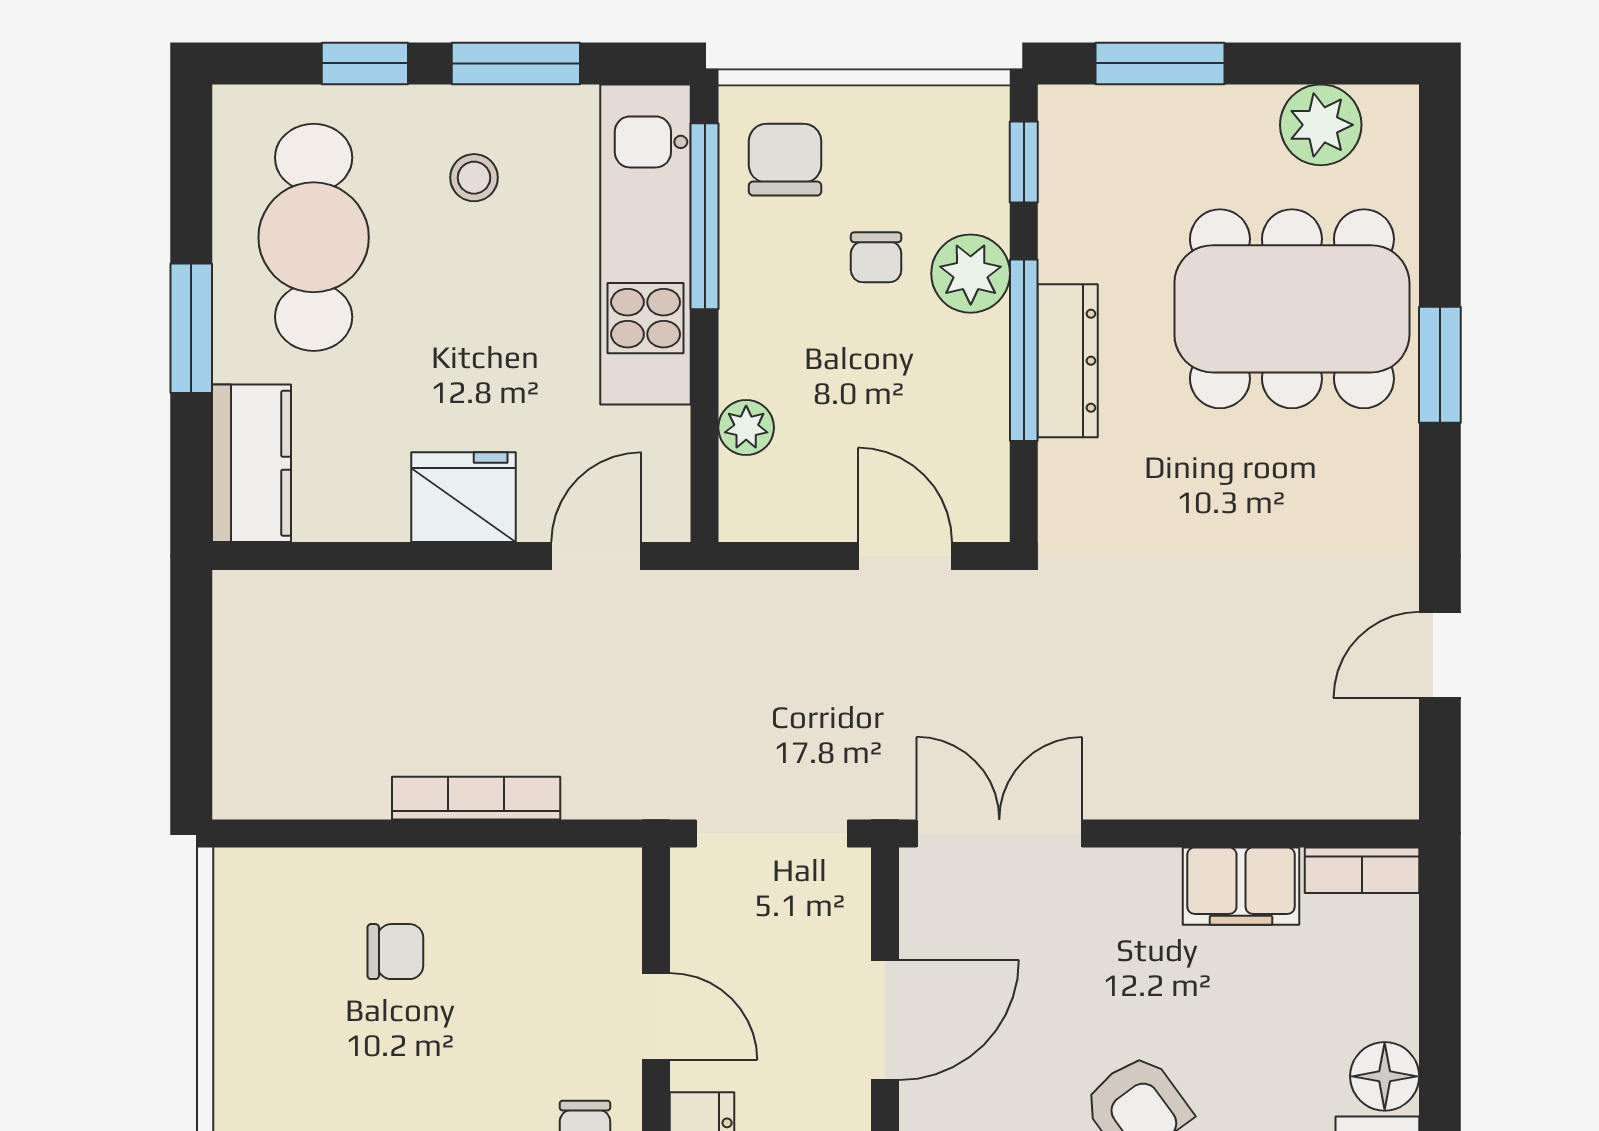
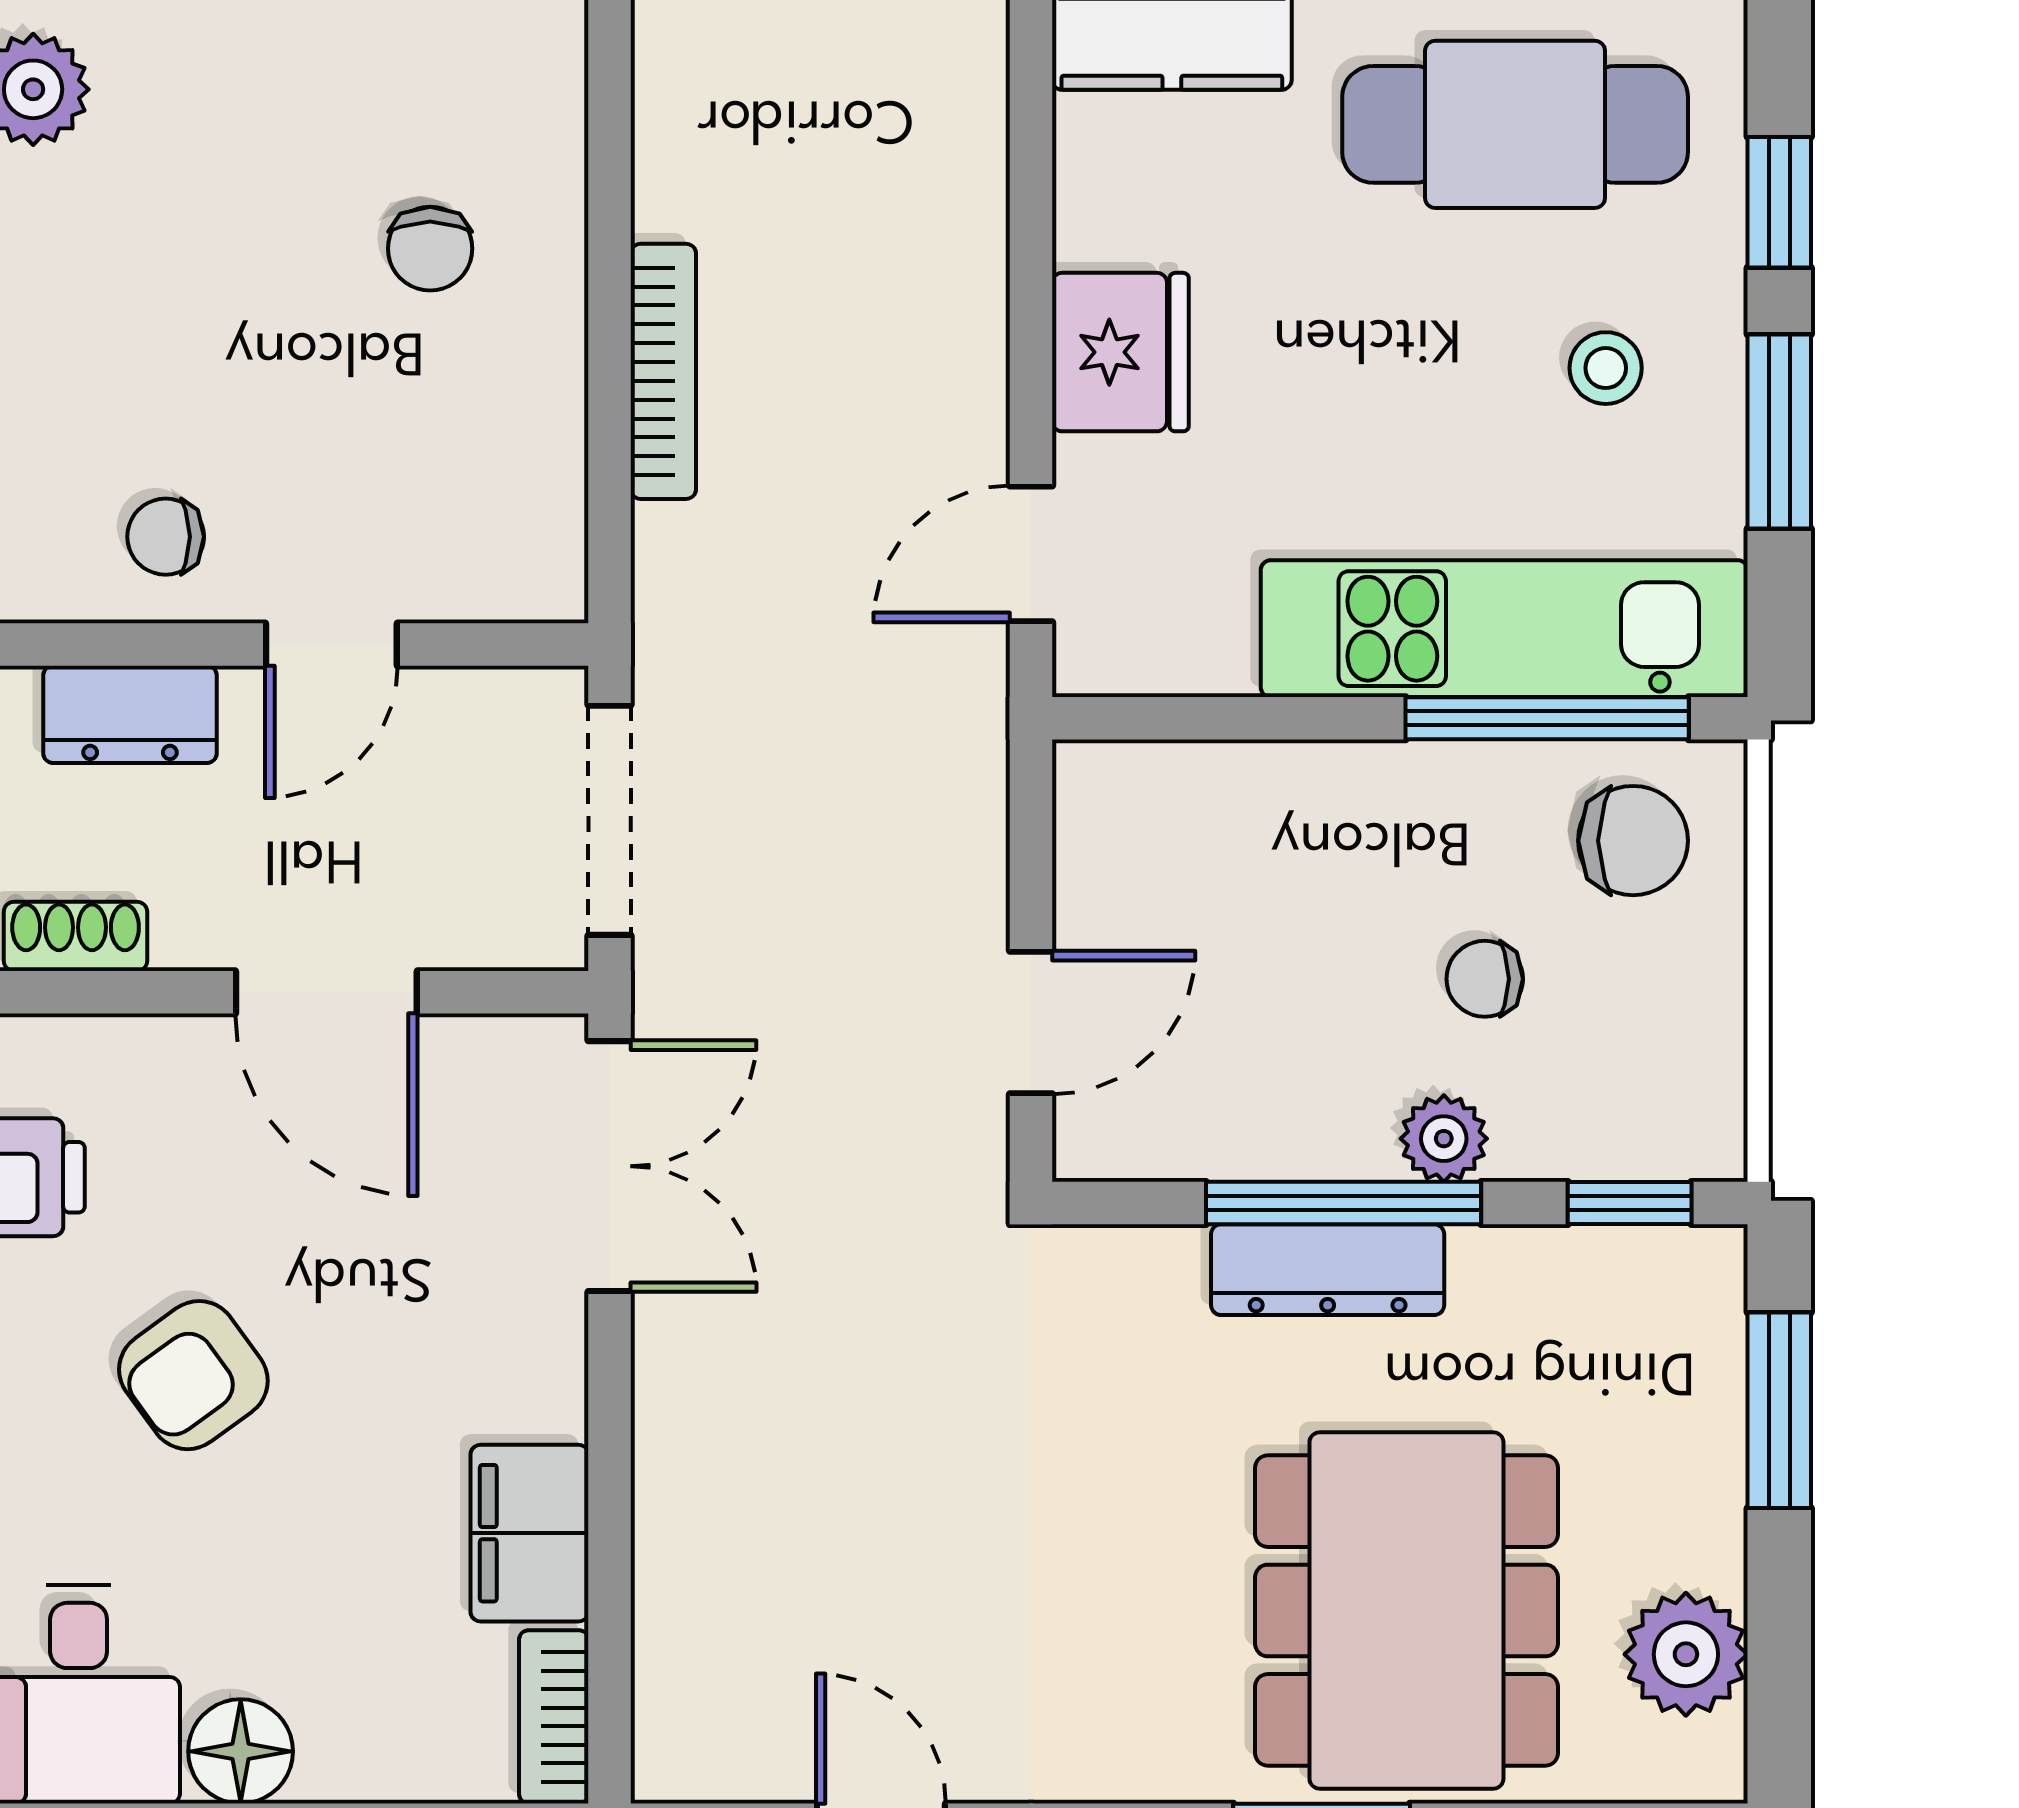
plant: (971, 274) -> (1444, 1139), width x0.73, depth x0.73
plant: (746, 428) -> (1226, 781), removed
door: (596, 556) -> (1031, 554), swing flipped

